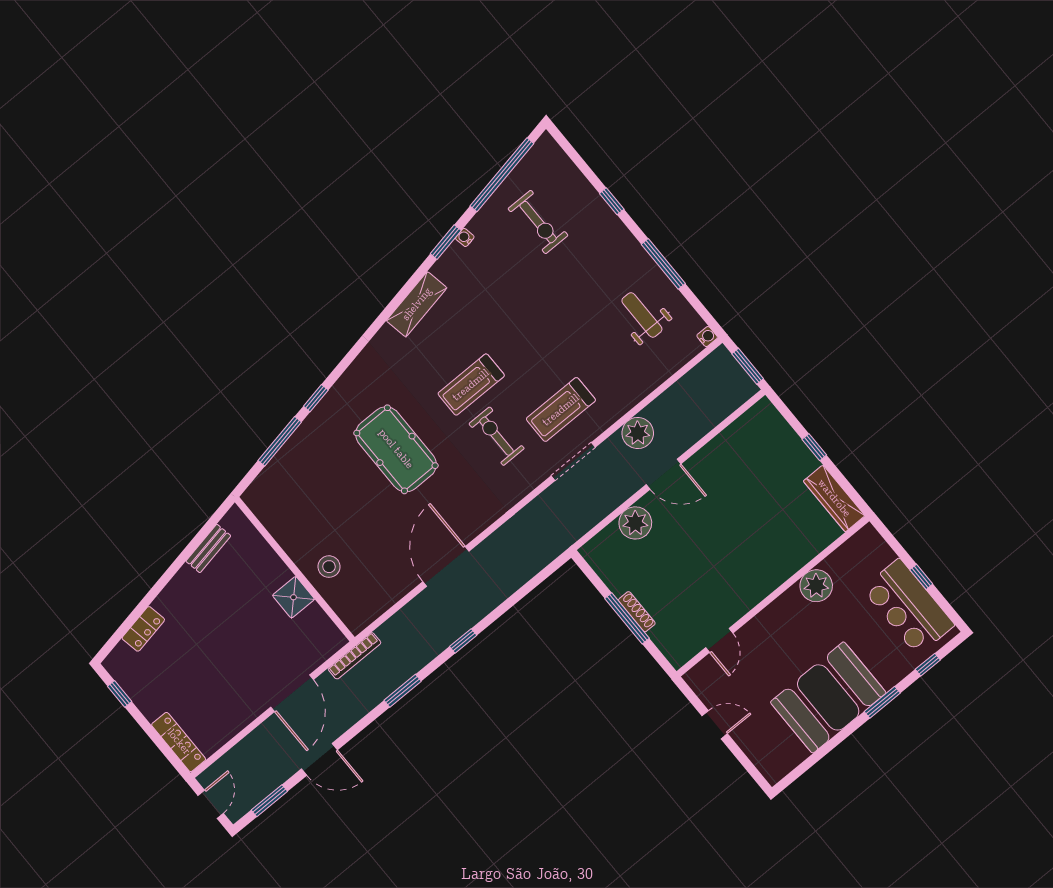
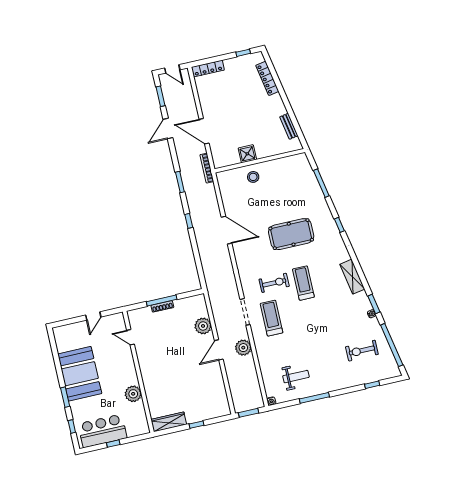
window: (612, 201) -> (372, 385), moved
window: (316, 398) -> (339, 225), moved
locker: (143, 629) -> (267, 78), width x1.53

